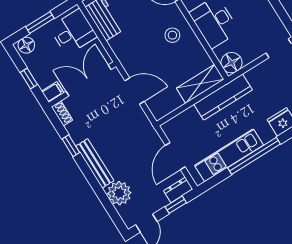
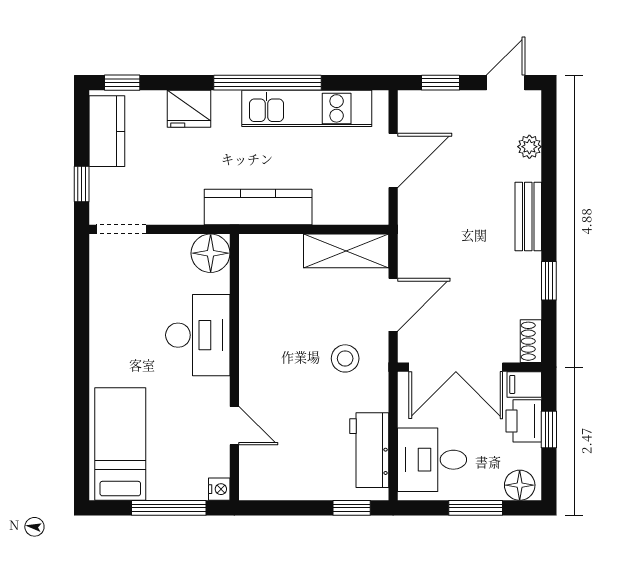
stool: (172, 35) -> (345, 358), moved
printer: (43, 75) -> (524, 421), added
shelving: (200, 84) -> (346, 251), moved
door: (134, 91) -> (393, 305), swing flipped
bench: (95, 163) -> (528, 216), width x0.73
dresser: (178, 190) -> (422, 104), removed
plant: (119, 193) -> (529, 147), width x0.53, depth x0.53

